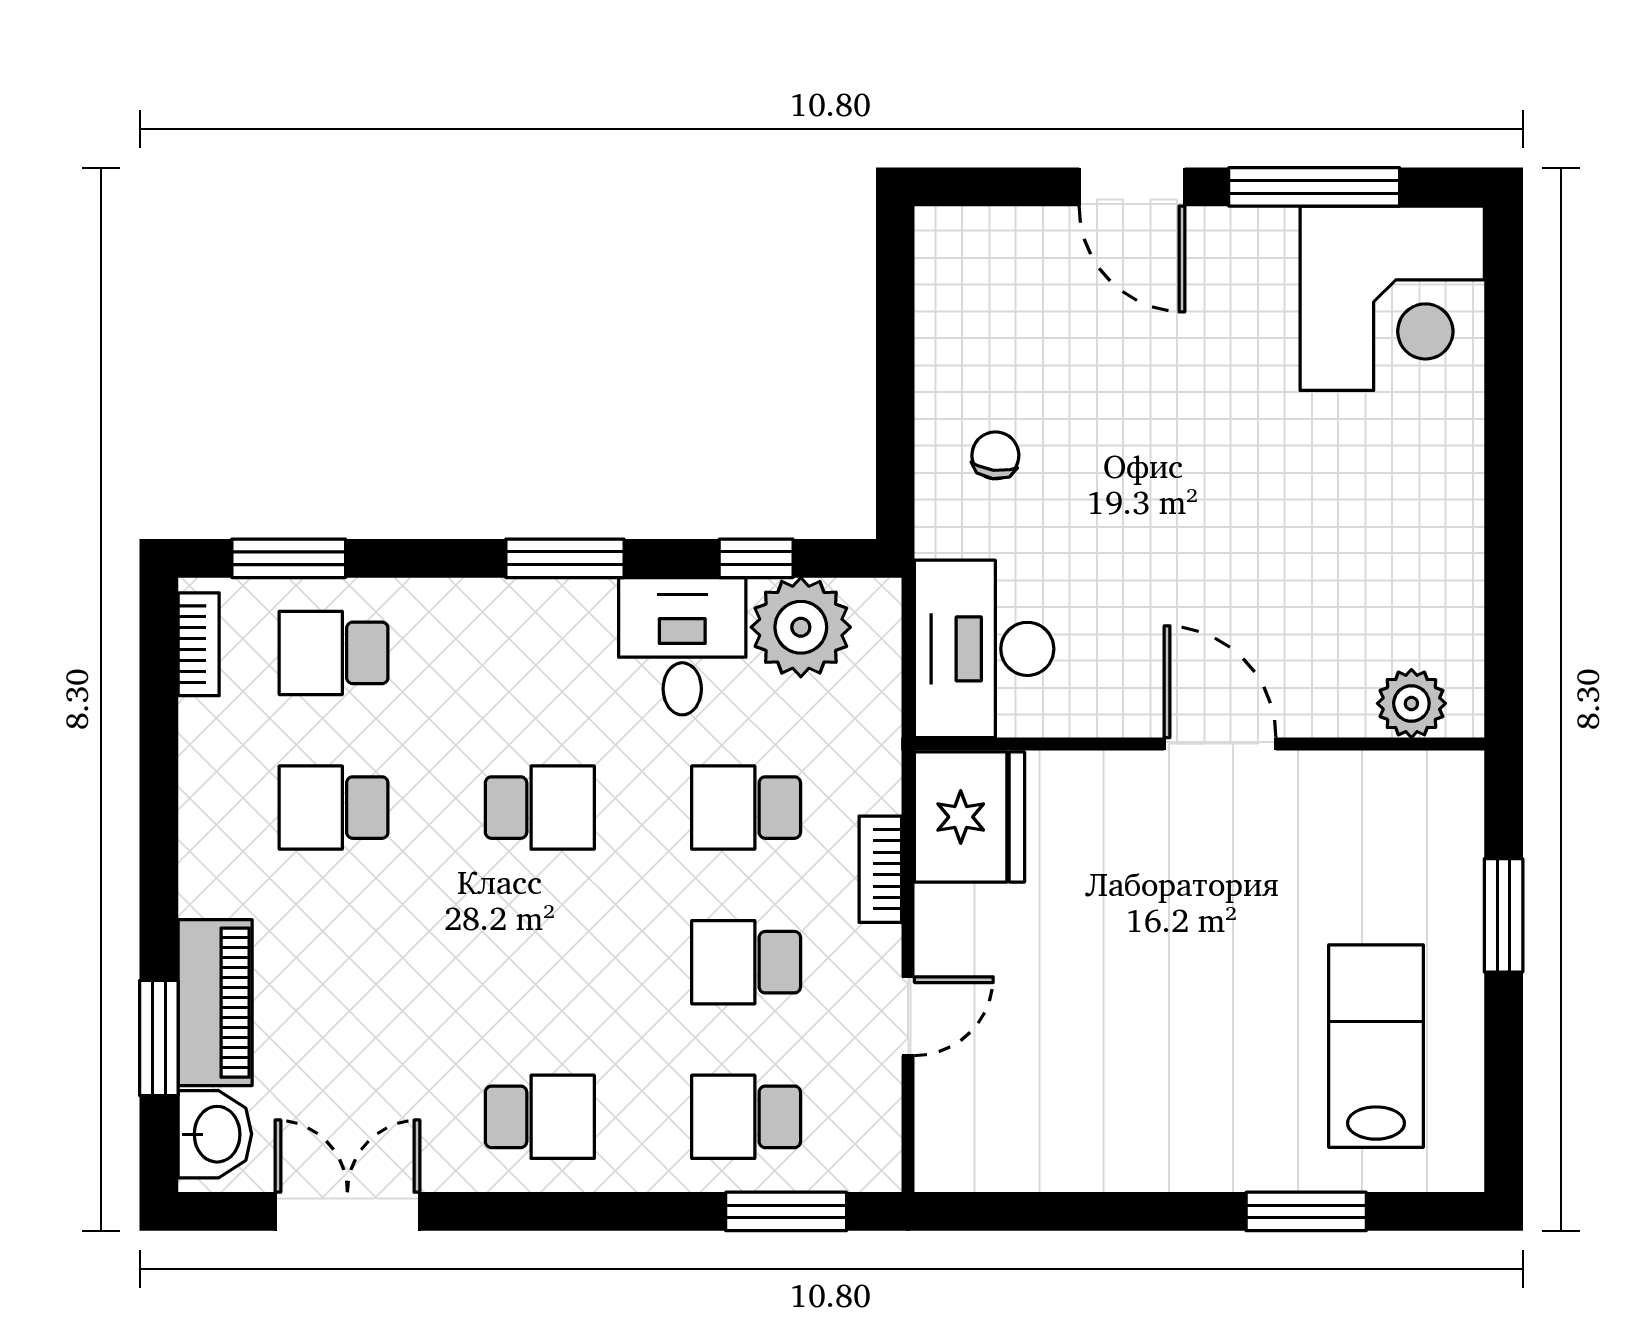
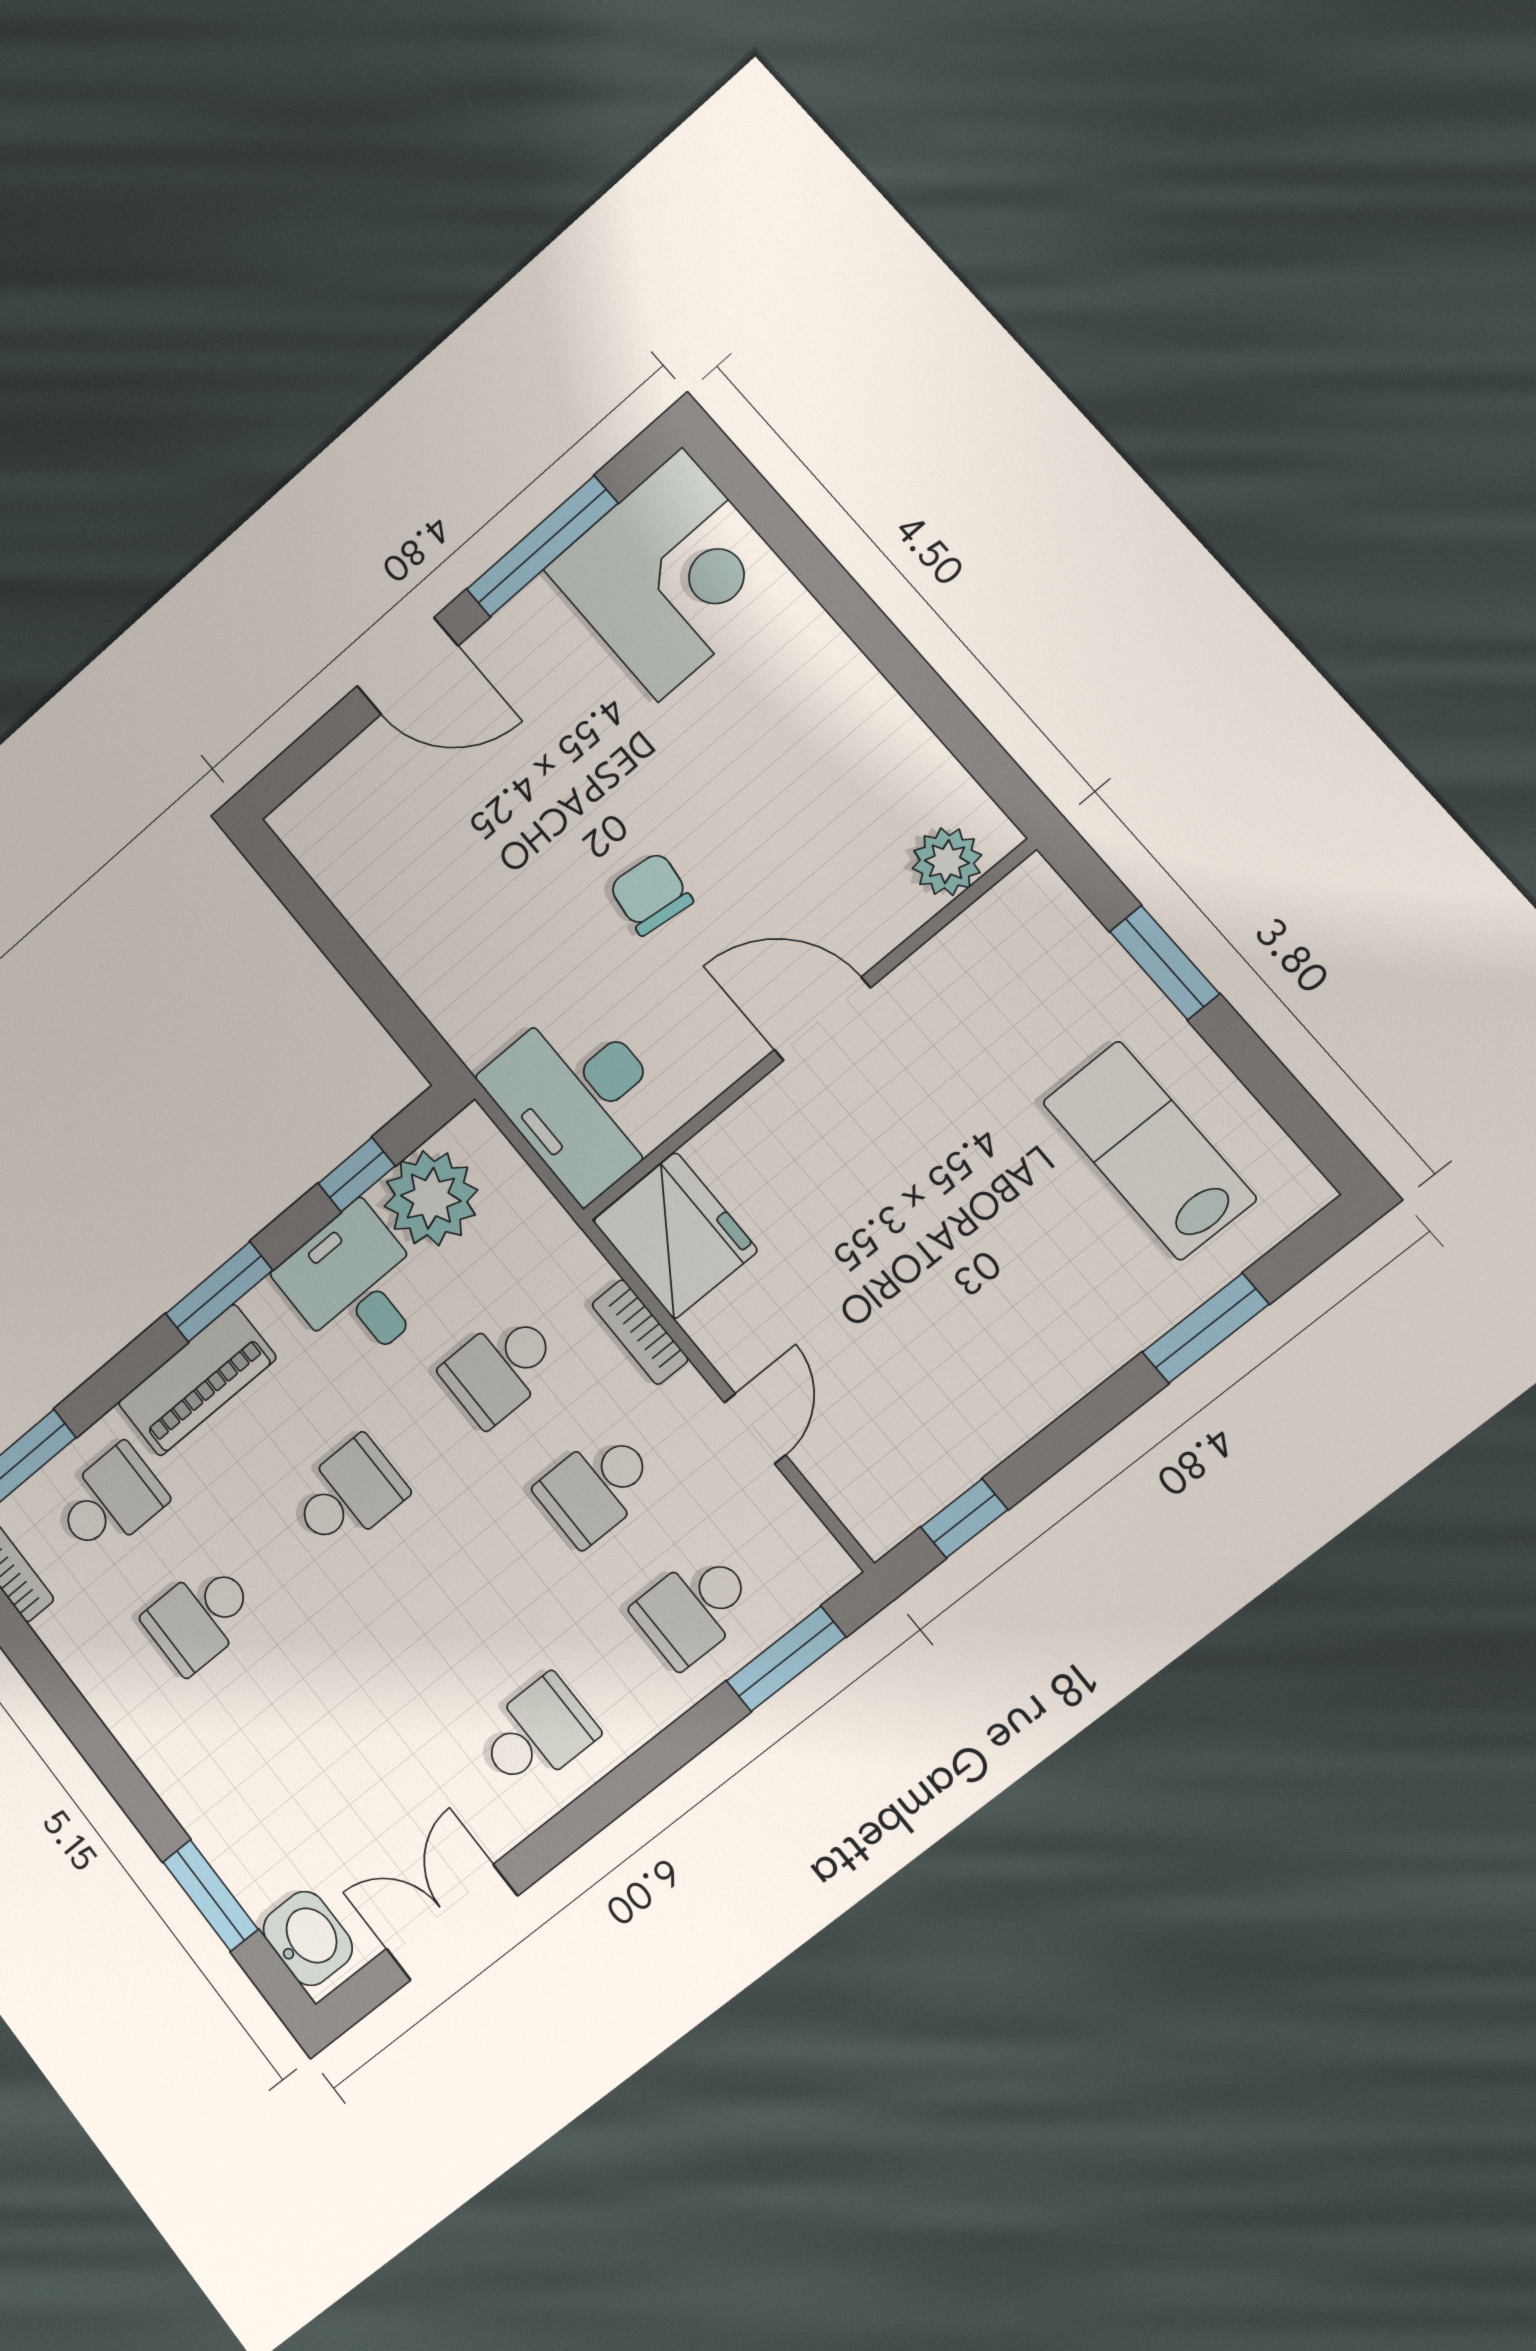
chair: (995, 455) -> (651, 894), moved, width x1.37, depth x1.37
school desk: (334, 653) -> (111, 1501), turned 180
piano: (215, 1003) -> (197, 1380), moved, turned 90
window: (1011, 1211) -> (964, 1518), added

